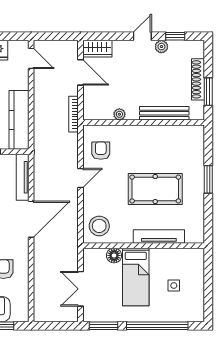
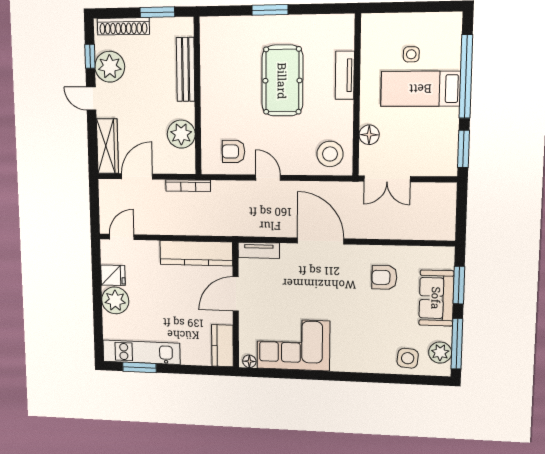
plant: (161, 47) -> (110, 67), width x1.87, depth x1.87
wardrobe: (97, 49) -> (107, 146), width x1.50
shoe rack: (198, 79) -> (123, 26), moved
plant: (119, 114) -> (181, 134), width x1.88, depth x1.88
tv unit: (23, 177) -> (259, 250), width x0.71
tv unit: (159, 236) -> (345, 75), width x0.71
bed: (136, 277) -> (420, 89), moved, turned 180
double door: (80, 289) -> (387, 179), moved

